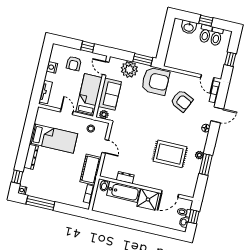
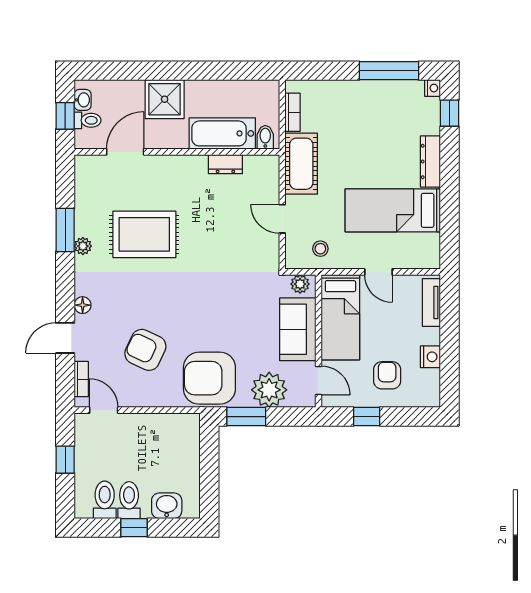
shower: (148, 199) -> (165, 99), moved

